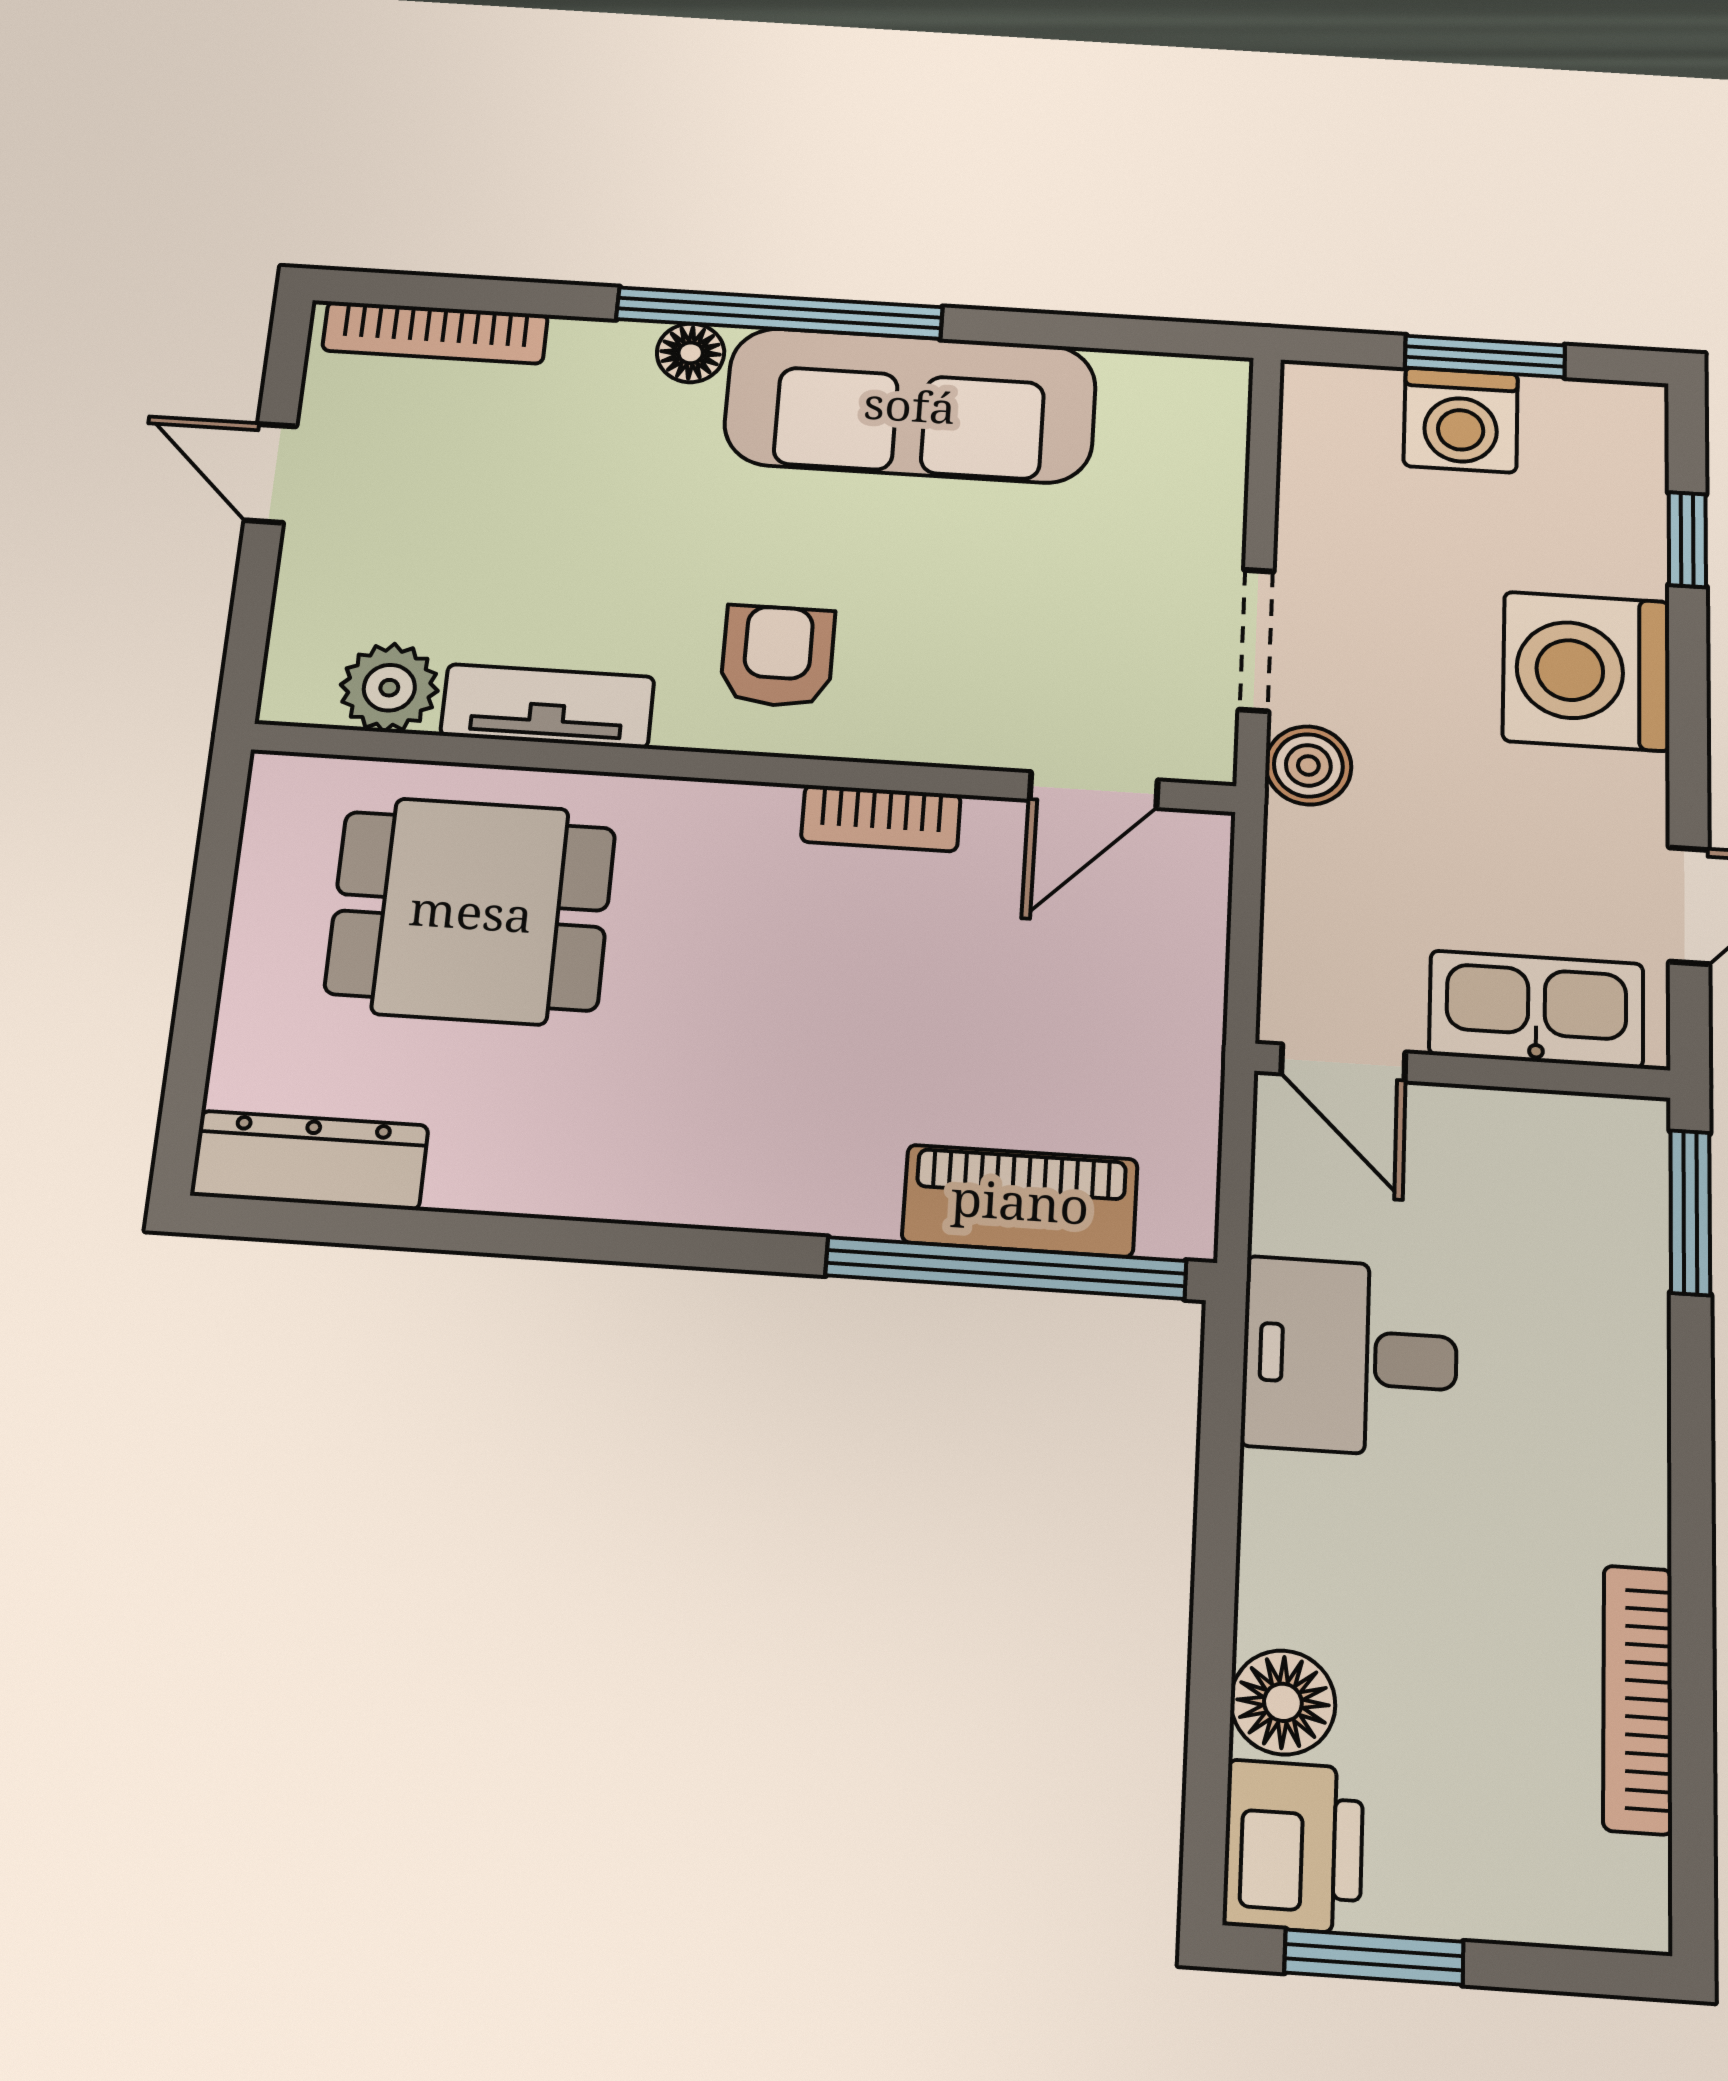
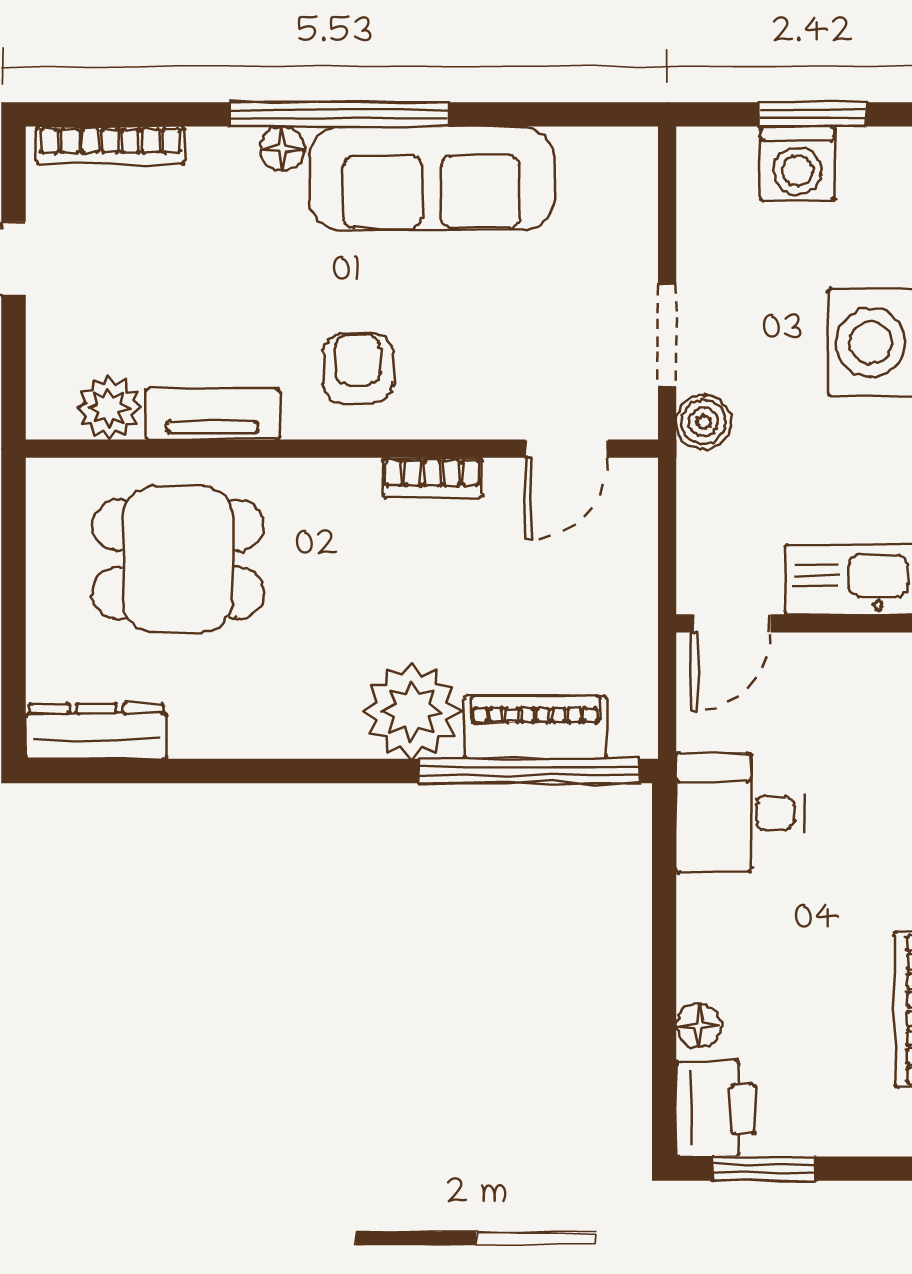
door: (1343, 1063) -> (731, 623), hinge flipped
plant: (821, 1162) -> (412, 711), added
floor lamp: (1283, 1702) -> (699, 1025), width x0.73, depth x0.73

